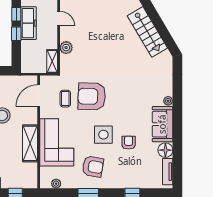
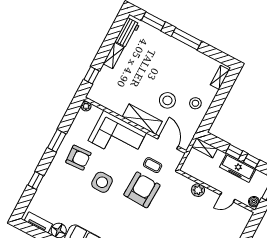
shelving: (52, 61) -> (205, 148), moved
shelving: (30, 143) -> (142, 119), moved
armchair: (129, 143) -> (83, 201), removed
armchair: (93, 167) -> (78, 158), turned -103
plant: (56, 184) -> (86, 106), moved

